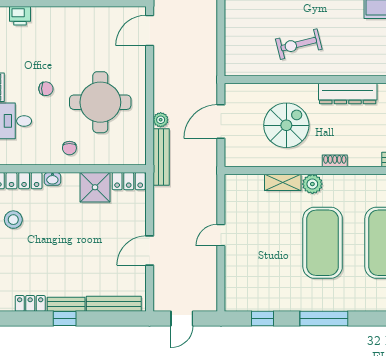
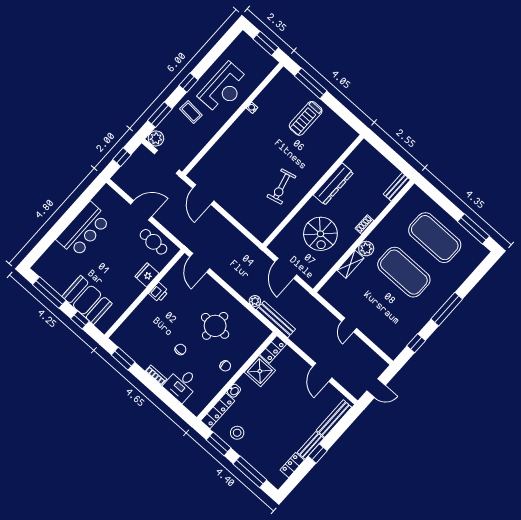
printer: (20, 16) -> (159, 292), moved
round table: (100, 102) -> (215, 326), width x0.73, depth x0.73
spiral stairs: (286, 125) -> (320, 234), turned 180
door: (182, 319) -> (376, 388), hinge flipped

